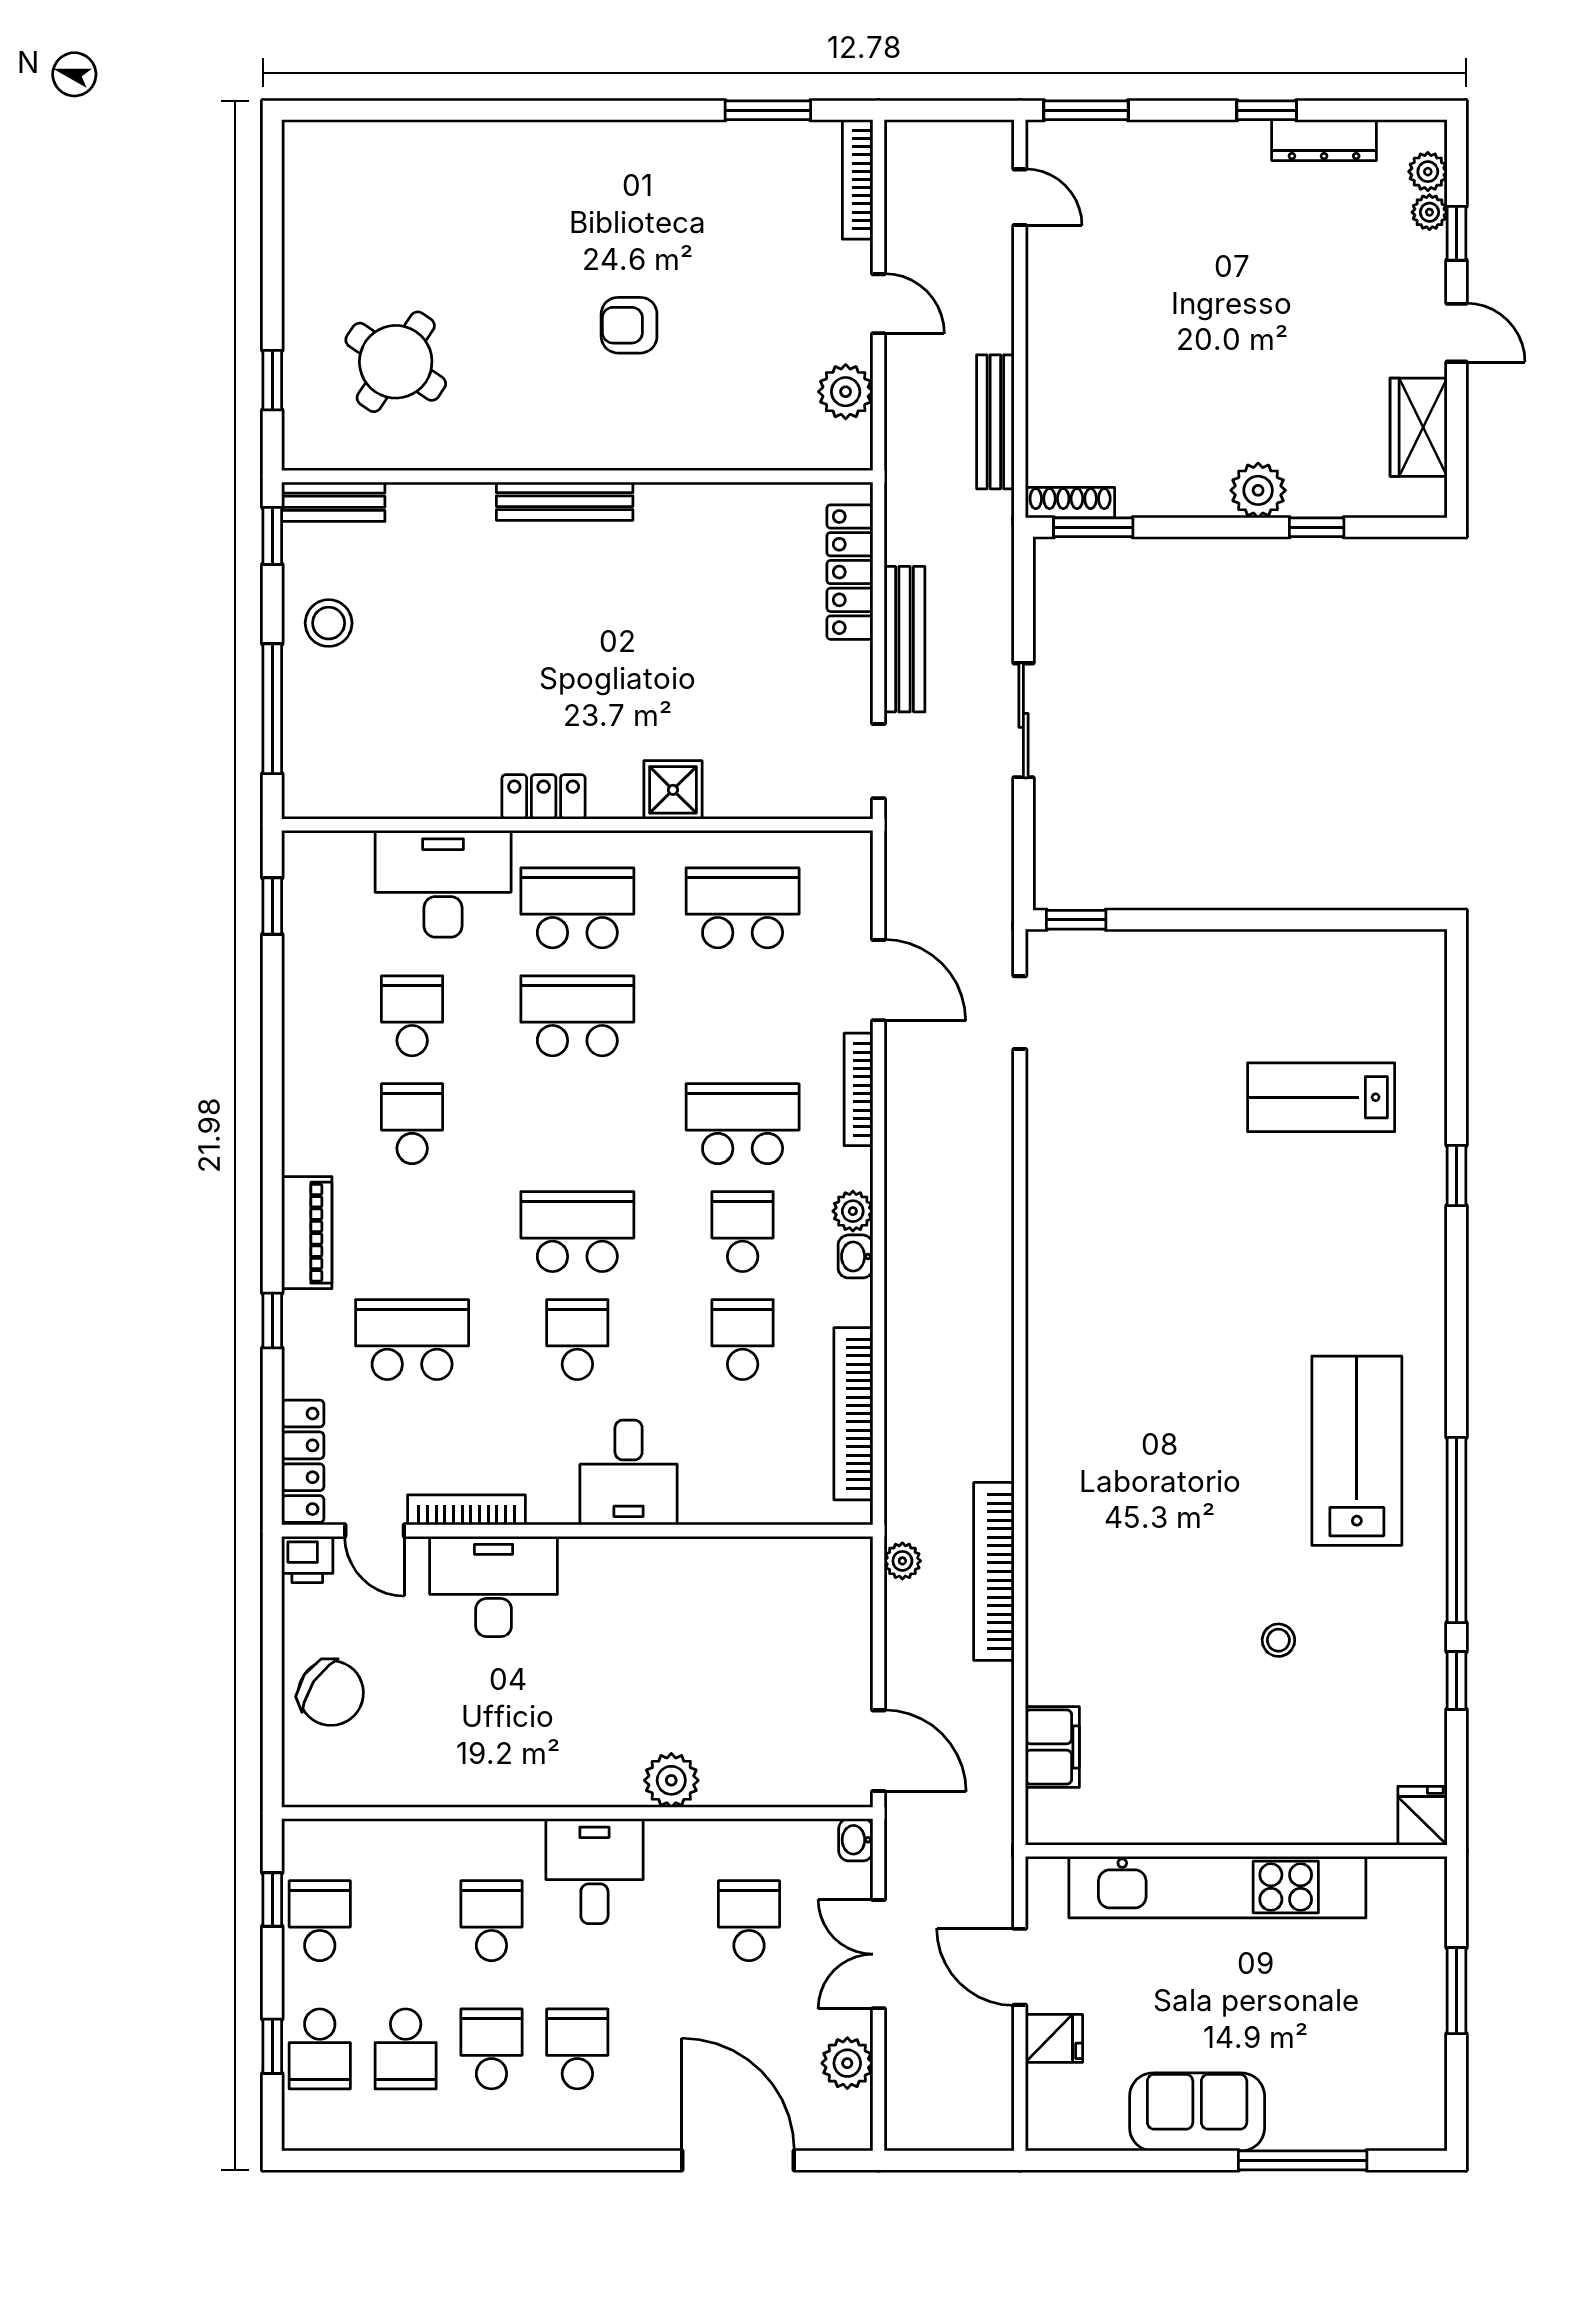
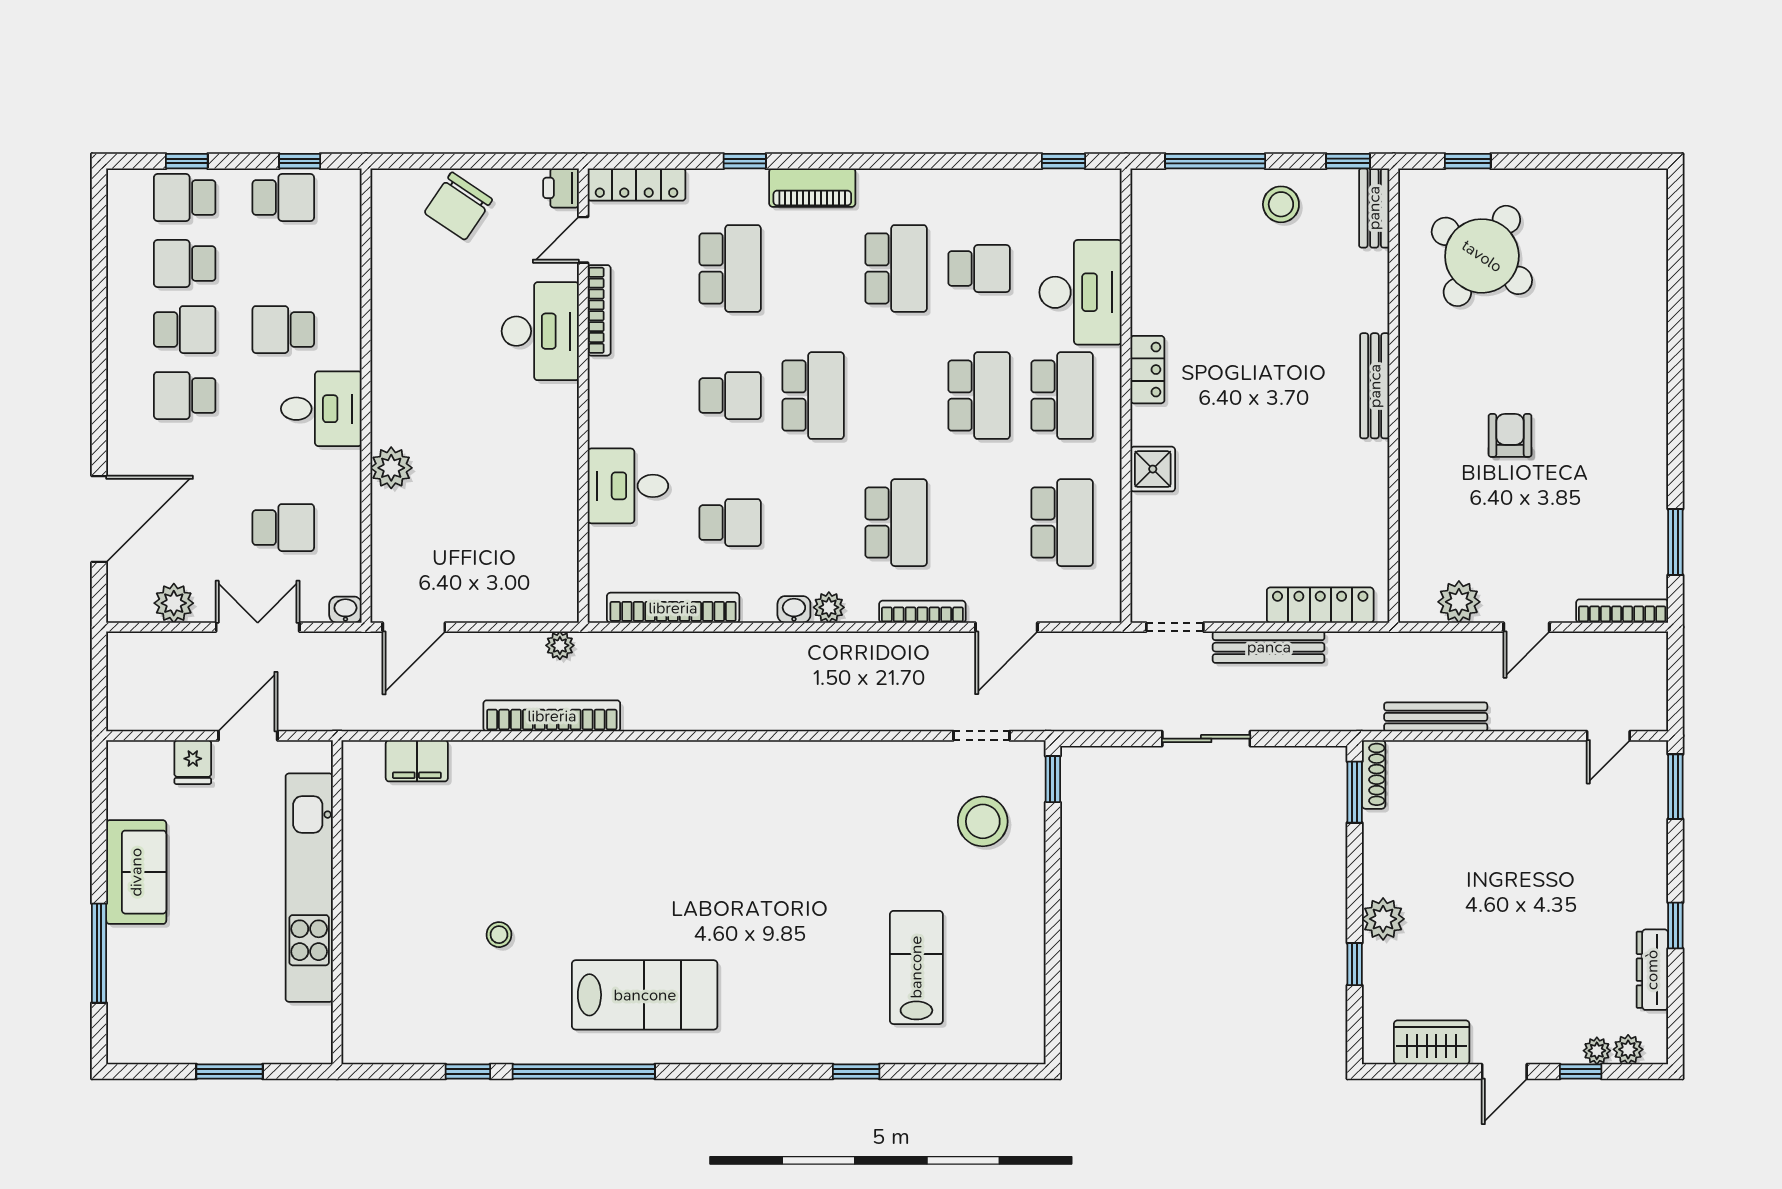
round table: (396, 362) -> (1482, 256), width x1.36, depth x1.36
stool: (1131, 1011) -> (983, 821), added
school desk: (412, 1124) -> (896, 268), width x1.85
school desk: (743, 1232) -> (813, 523), removed
desk: (629, 1473) -> (628, 486), moved
fridge: (1422, 1816) -> (364, 1045), removed
school desk: (491, 1921) -> (283, 330), turned 180
school desk: (577, 2049) -> (185, 396), turned 180

